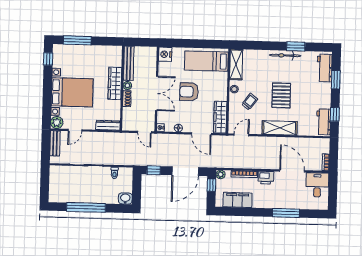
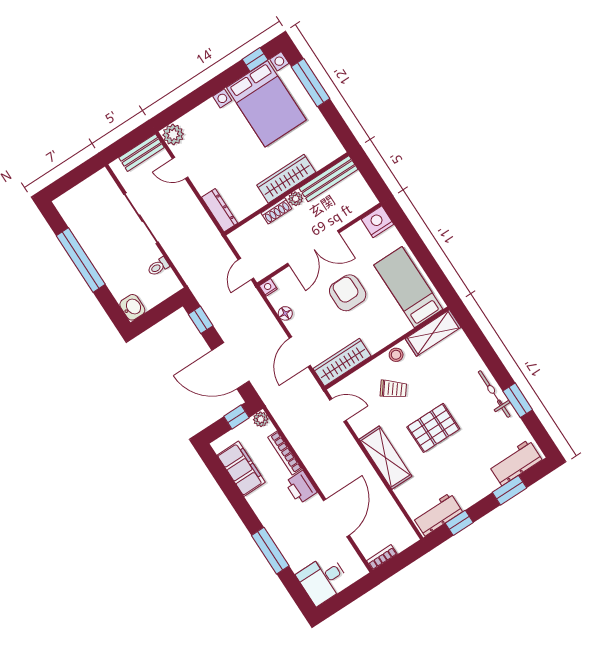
bed with nightstands: (72, 92) -> (266, 104), moved
desk: (317, 185) -> (323, 579), moved, turned 180

